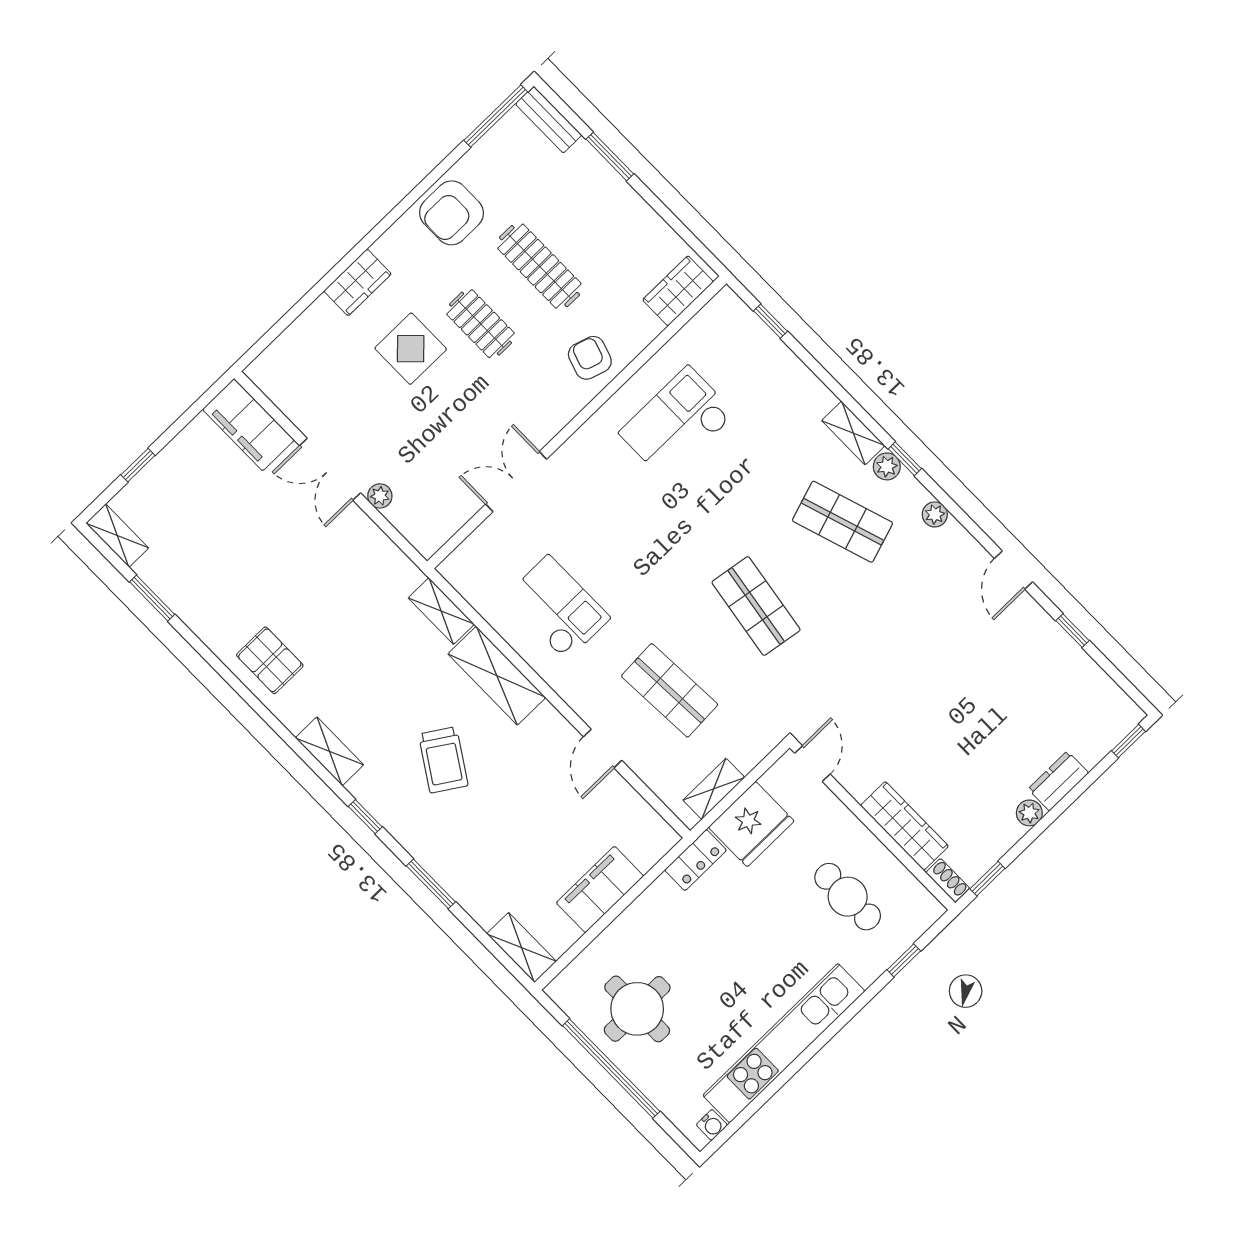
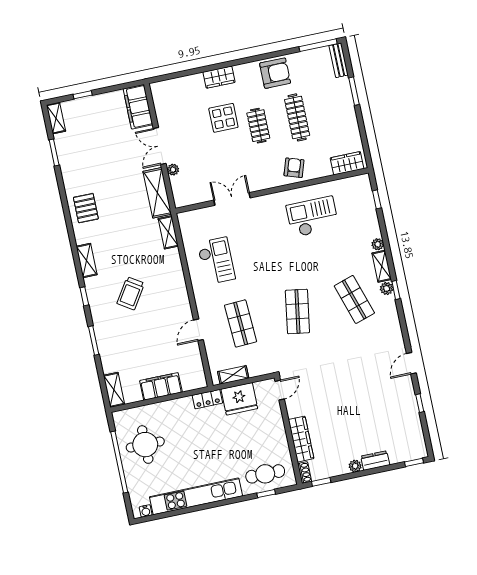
armchair: (452, 213) -> (275, 73), turned 180
plant: (935, 514) -> (378, 244), moved
shelving: (497, 676) -> (157, 193), moved
cafe table: (848, 897) -> (265, 474), moved, turned 90

